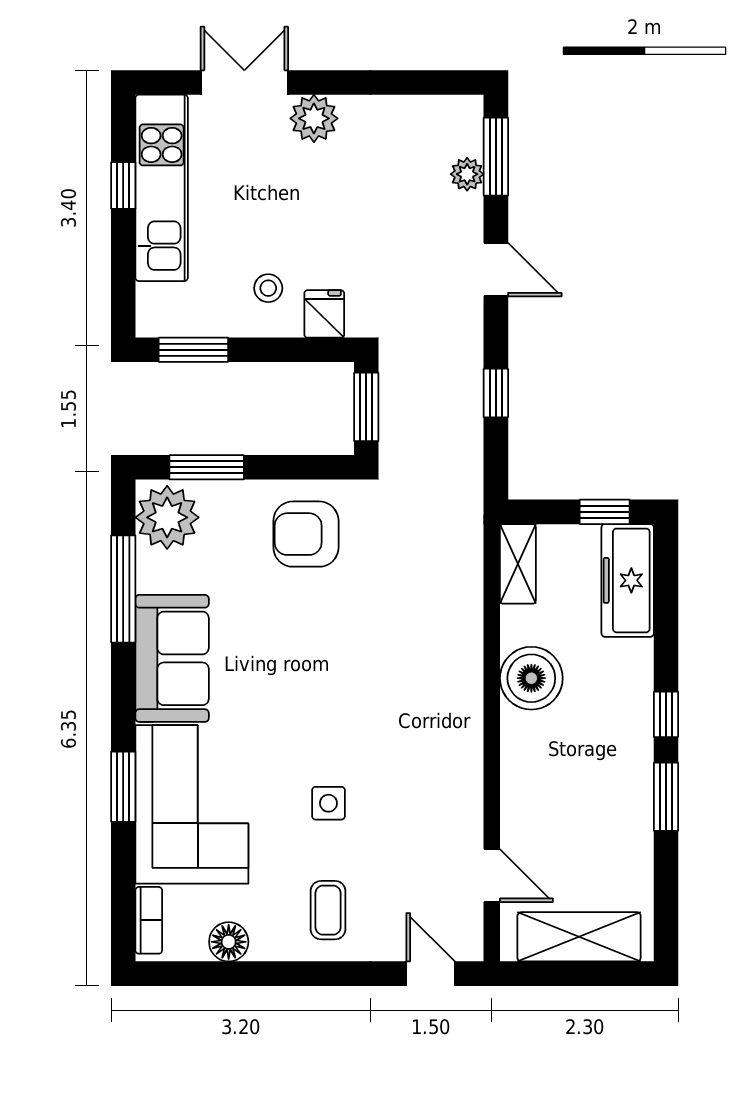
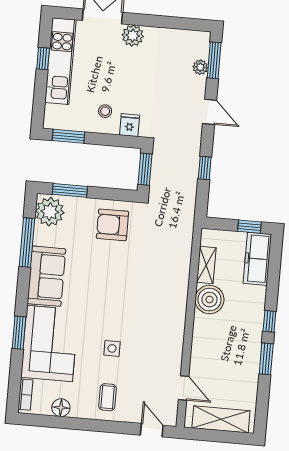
shelving: (518, 564) -> (206, 265), moved

